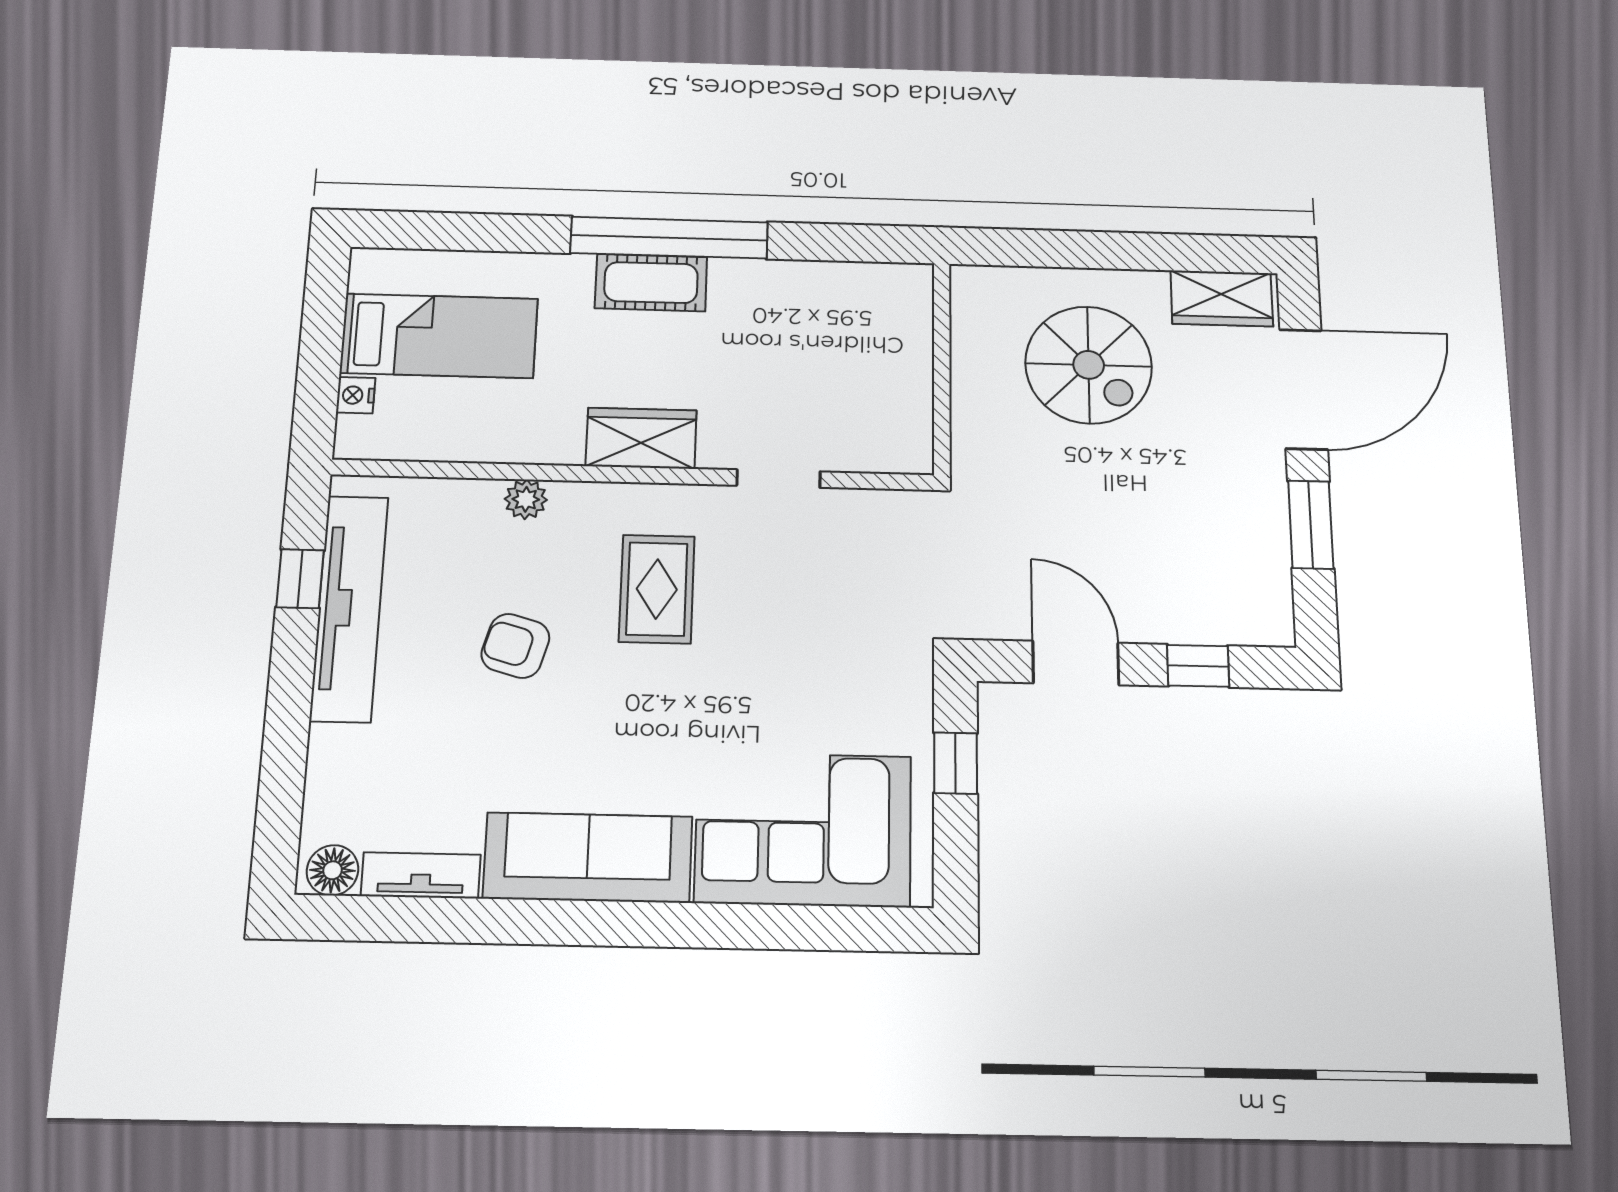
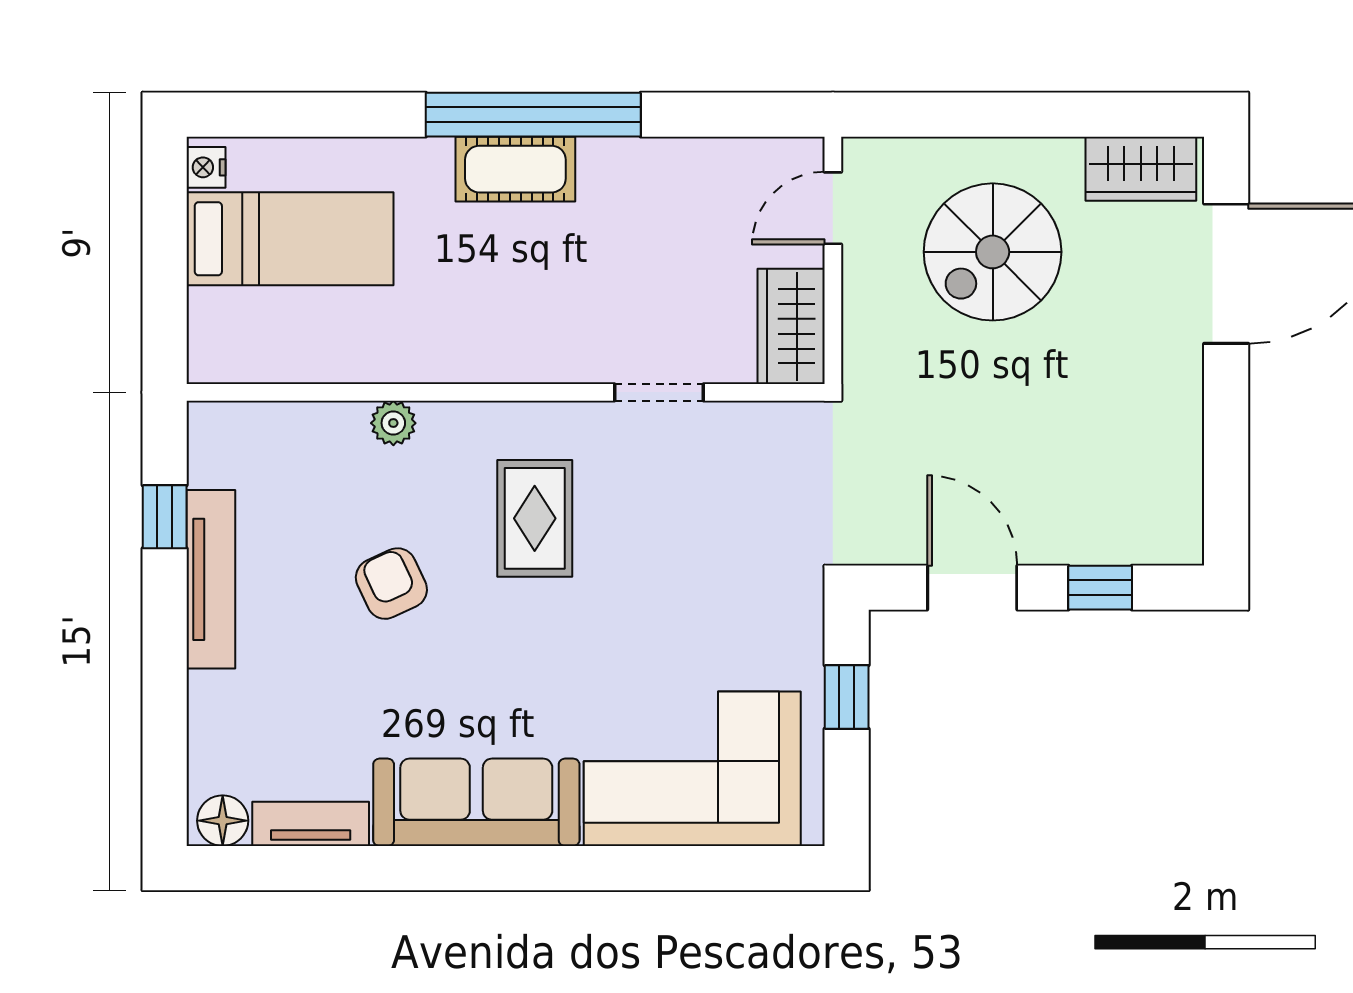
door: (942, 324) -> (833, 208), added
spiral stairs: (1089, 365) -> (993, 252), turned 90
nightstand: (356, 395) -> (206, 167), moved
wardrobe: (641, 438) -> (791, 326), moved, turned -90
window: (1311, 525) -> (1226, 429), removed
tv unit: (349, 608) -> (211, 579), width x0.73, depth x0.78
armchair: (515, 646) -> (391, 584), turned 49

